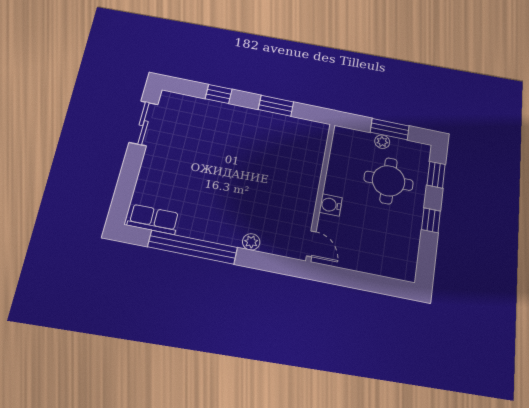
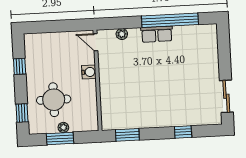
window: (276, 106) -> (127, 135), moved
row of seats: (153, 219) -> (157, 34), moved
window: (431, 220) -> (20, 66), moved
plant: (251, 242) -> (122, 34), moved

